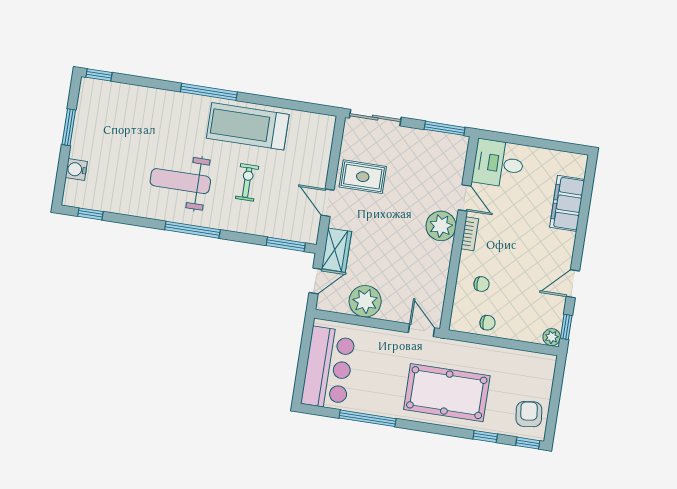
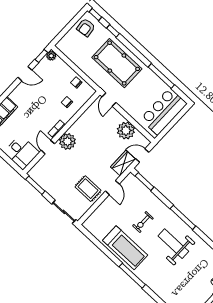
weight bench: (180, 181) -> (173, 244), turned 180

